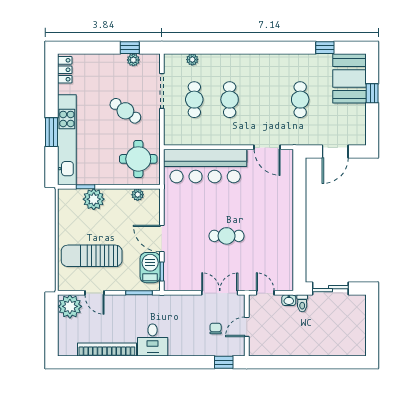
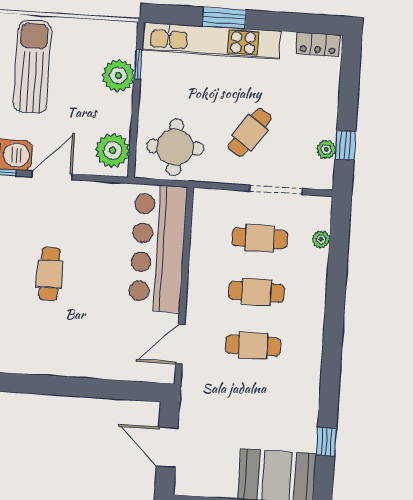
cafe table: (300, 100) -> (253, 346), moved
plant: (138, 195) -> (113, 150), width x1.88, depth x1.88

